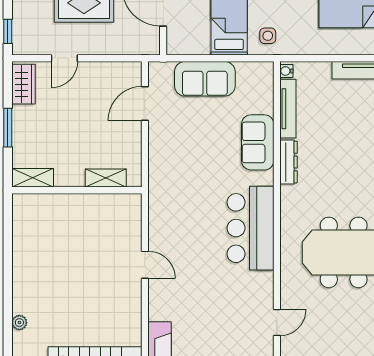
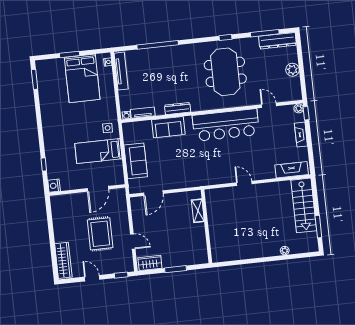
door: (145, 104) -> (153, 193), hinge flipped
tv unit: (288, 109) -> (143, 113), width x0.71
shelving: (33, 178) -> (202, 252), removed
bar counter: (250, 228) -> (226, 125), width x1.36
door: (145, 265) -> (244, 183), hinge flipped

